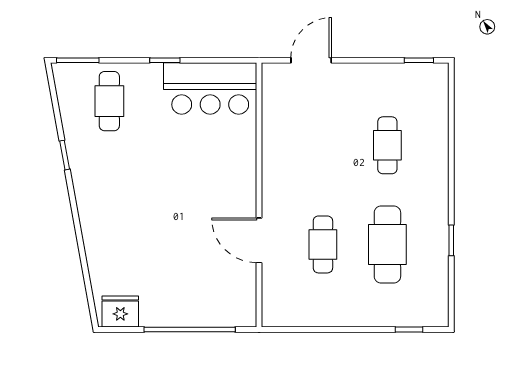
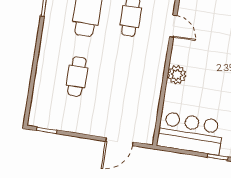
plant: (243, 171) -> (177, 75), added
door: (259, 240) -> (173, 26), width x0.73

